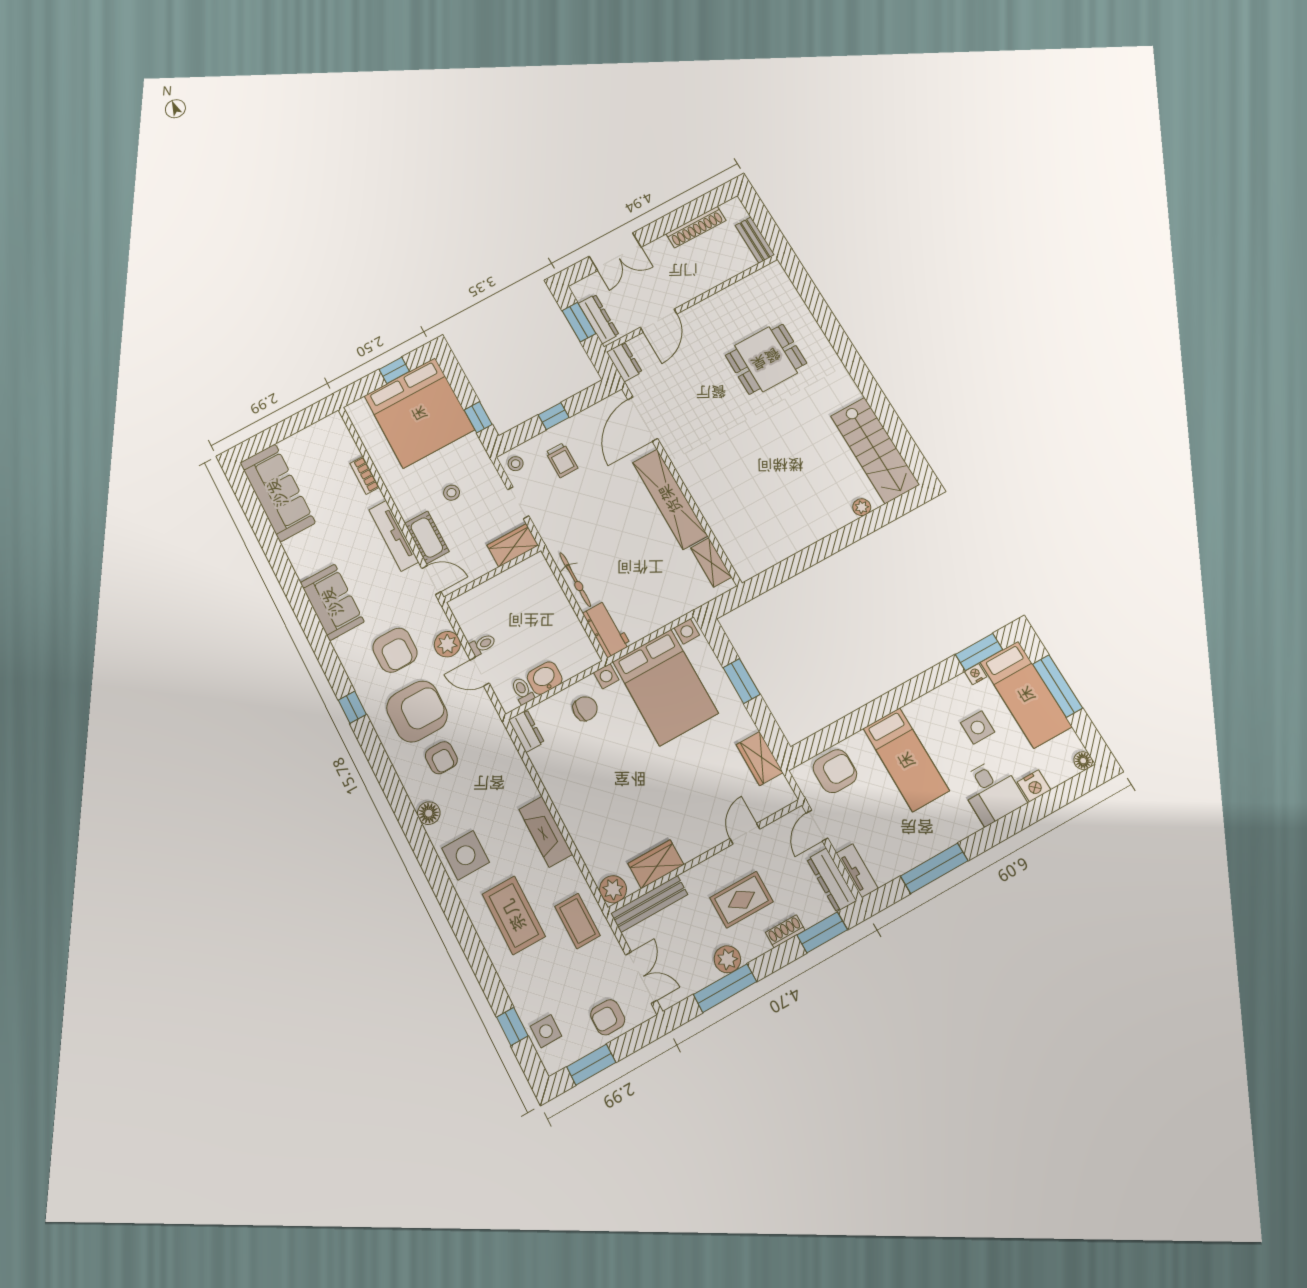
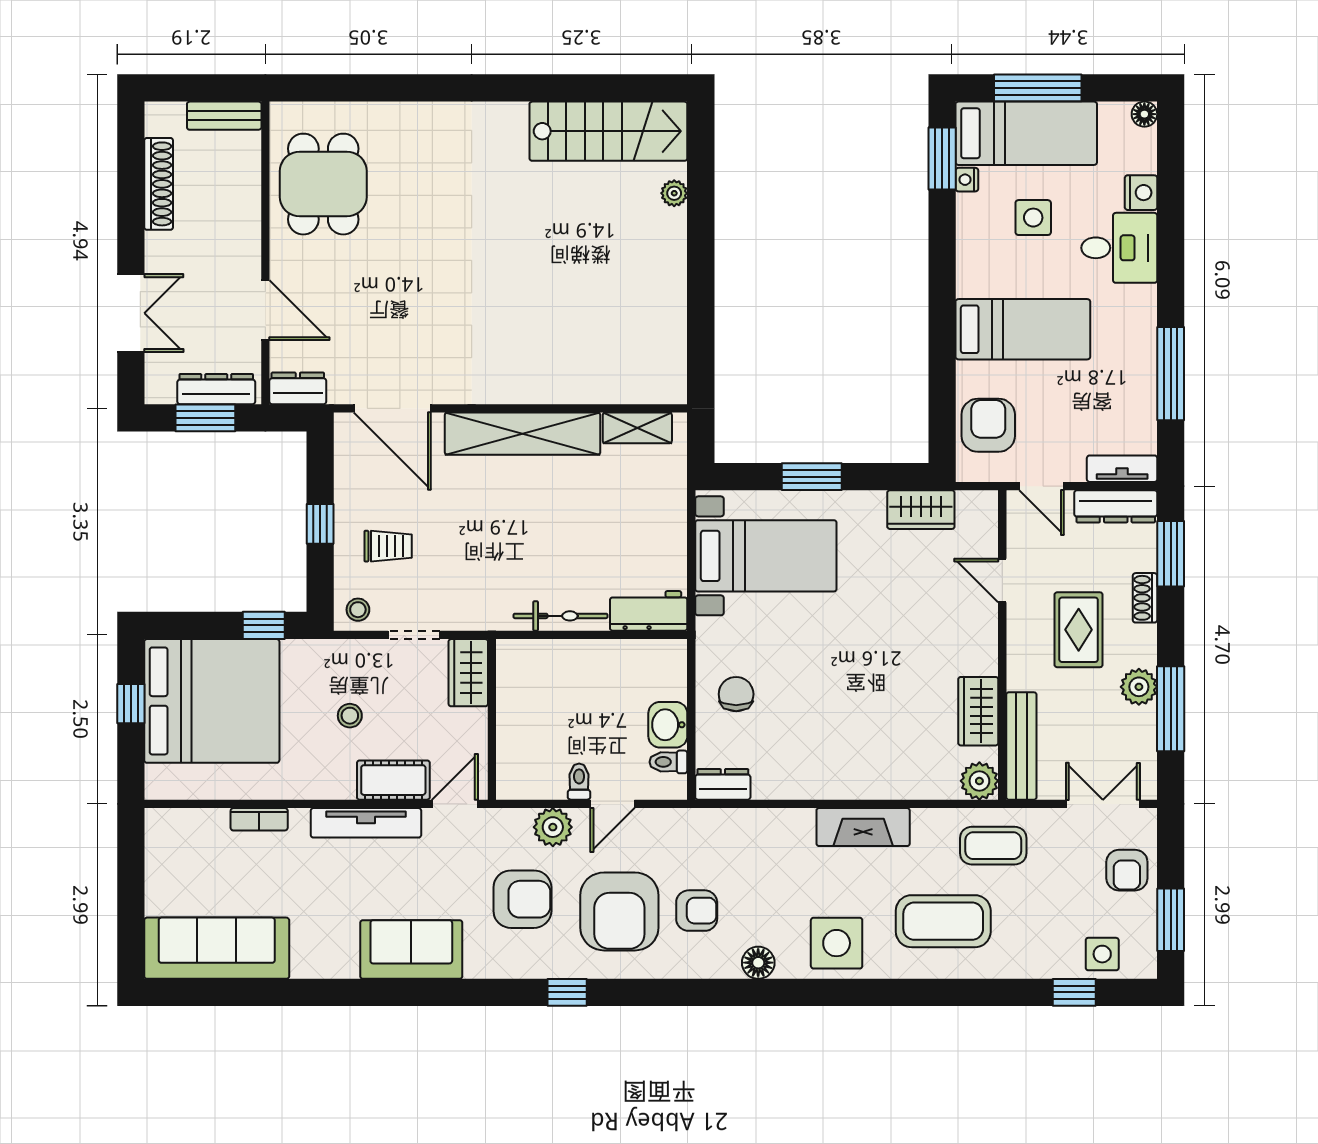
dining table: (766, 359) -> (323, 184), moved
bed with nightstands: (665, 687) -> (766, 556), width x0.73
armchair: (417, 711) -> (619, 911), turned 180

